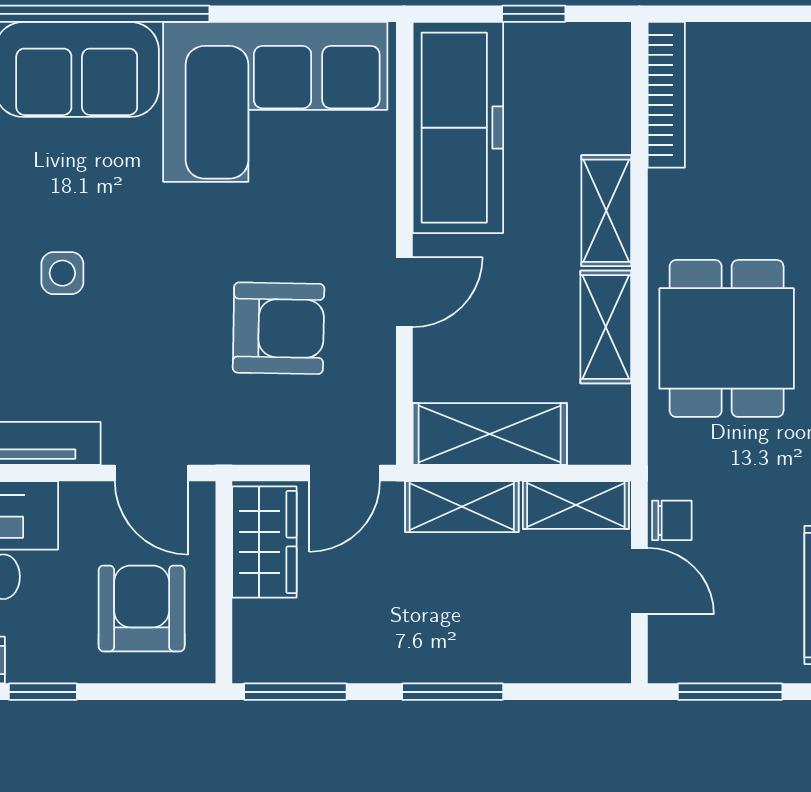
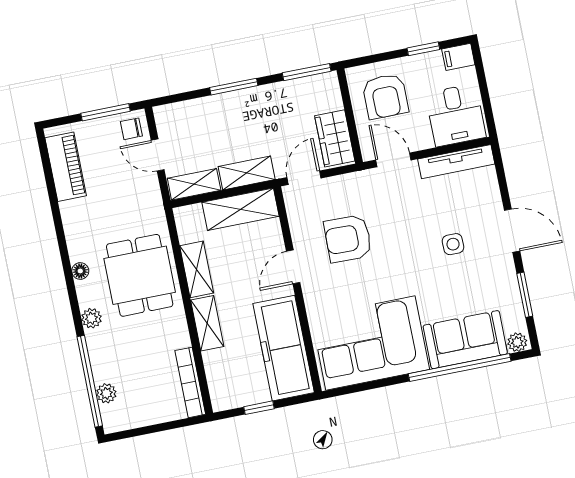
chair: (672, 520) -> (131, 129), moved

